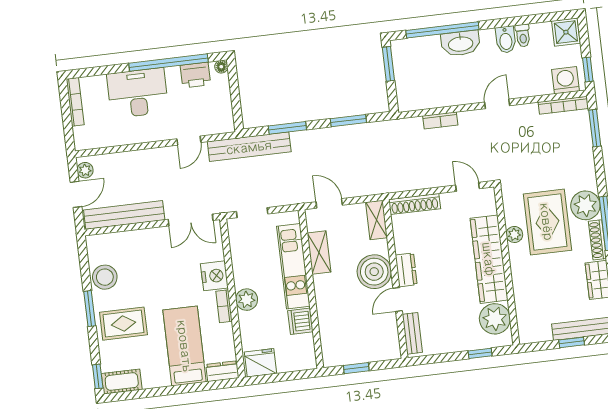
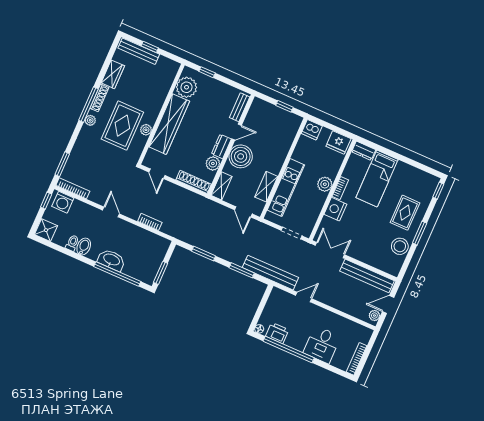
desk: (138, 93) -> (322, 345), width x0.73
door: (497, 104) -> (111, 212), swing flipped
plant: (585, 205) -> (90, 120), width x0.53, depth x0.53
plant: (404, 242) -> (213, 163), added
dishwasher: (300, 321) -> (312, 130), moved, turned 90
rug: (123, 324) -> (405, 213), turned 90
cot: (122, 382) -> (426, 179), removed

